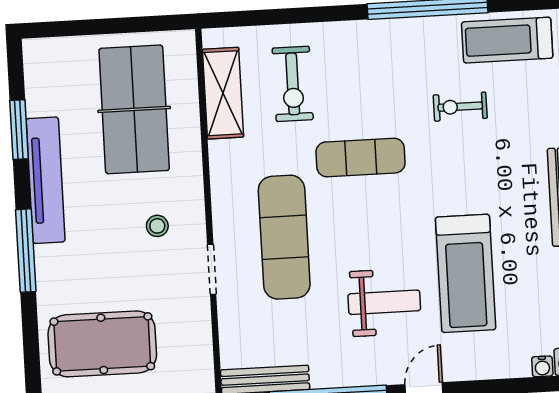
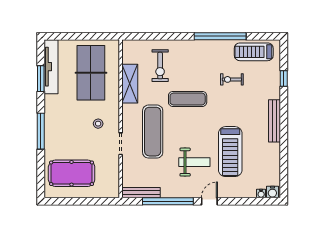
shelving: (223, 93) -> (130, 84), moved
tv unit: (46, 180) -> (51, 67), moved

